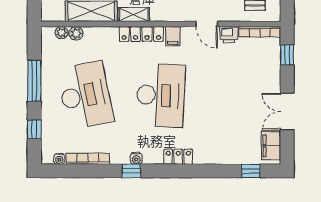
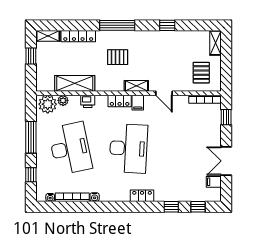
shelving: (134, 14) -> (136, 86), moved
plant: (61, 33) -> (48, 104), width x1.88, depth x1.88
locker: (141, 34) -> (120, 101), width x0.66
printer: (229, 35) -> (88, 101), moved
filing cabinet: (271, 146) -> (214, 182), width x0.50
water cooler: (136, 158) -> (95, 197), moved
window: (131, 171) -> (171, 207), moved

